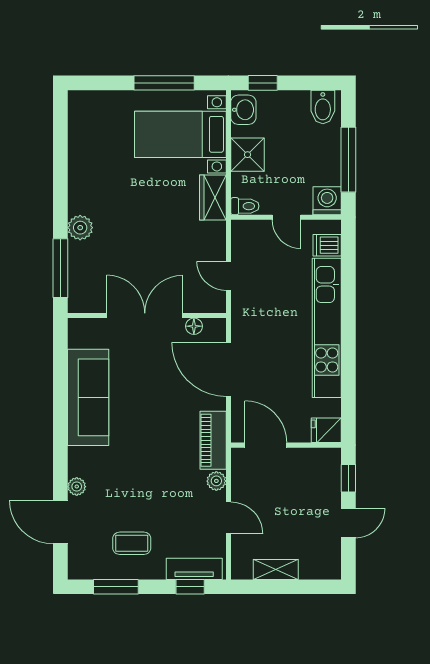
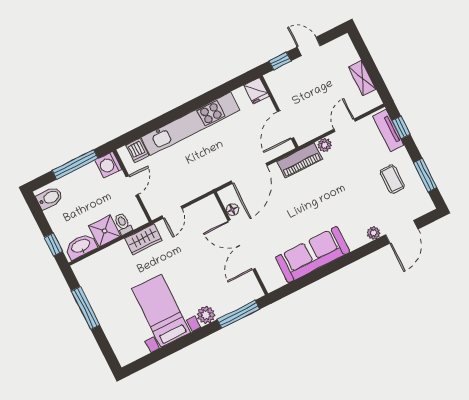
washbasin: (243, 110) -> (81, 246), width x1.38
bed with nightstands: (180, 134) -> (161, 311), moved, turned 180
toilet: (245, 206) -> (123, 224), moved
door: (228, 276) -> (172, 212), moved

